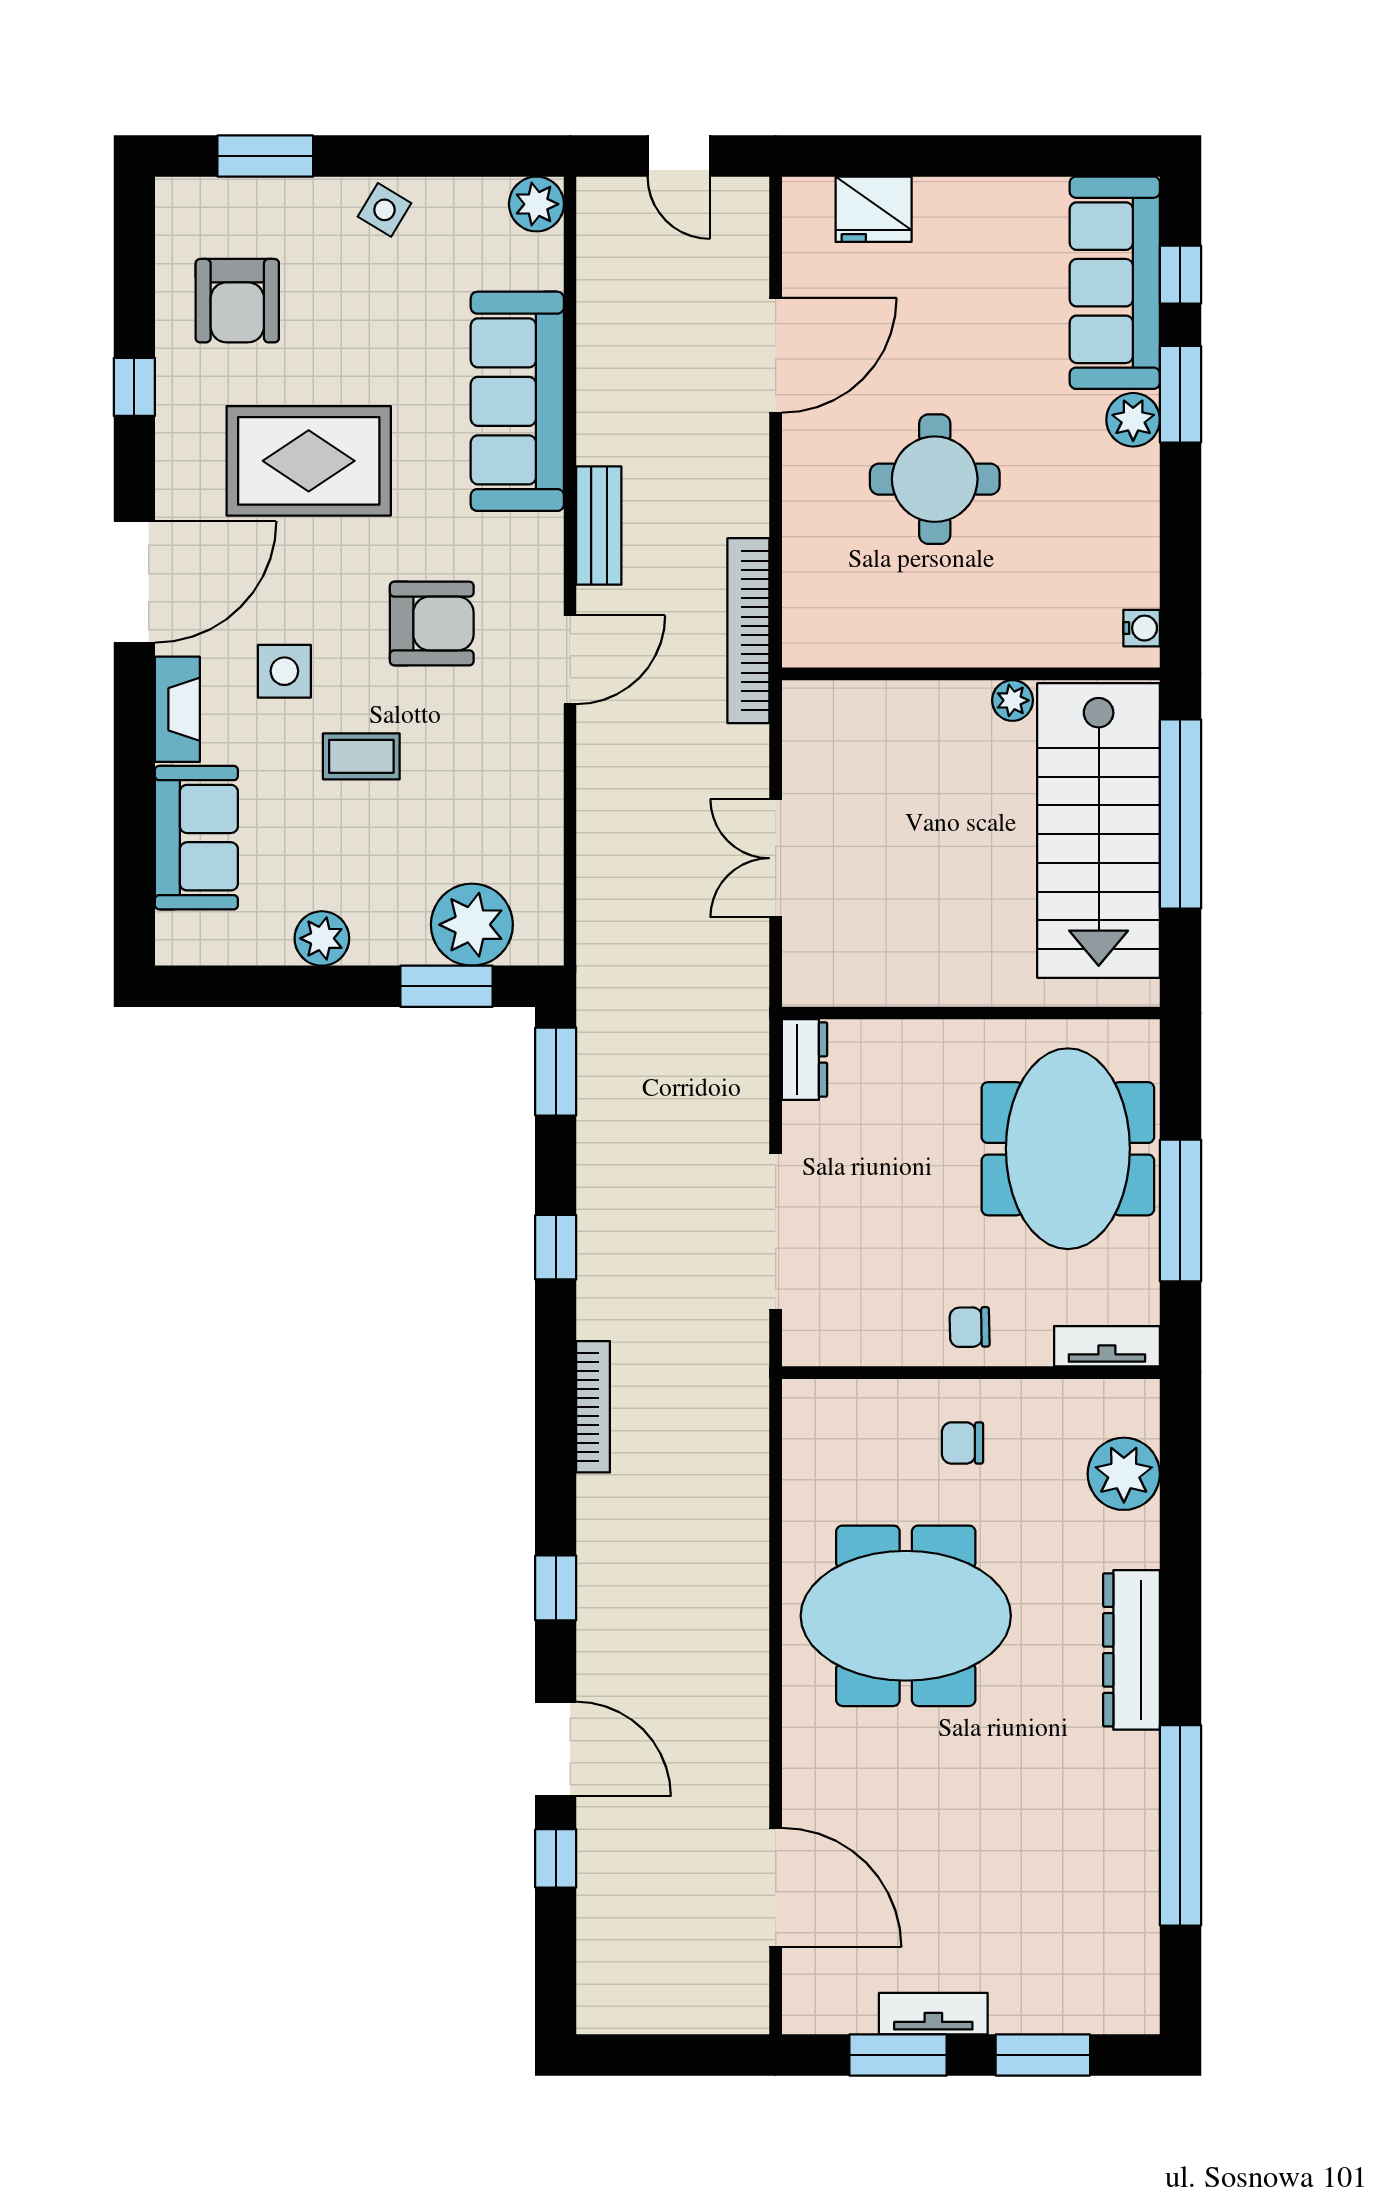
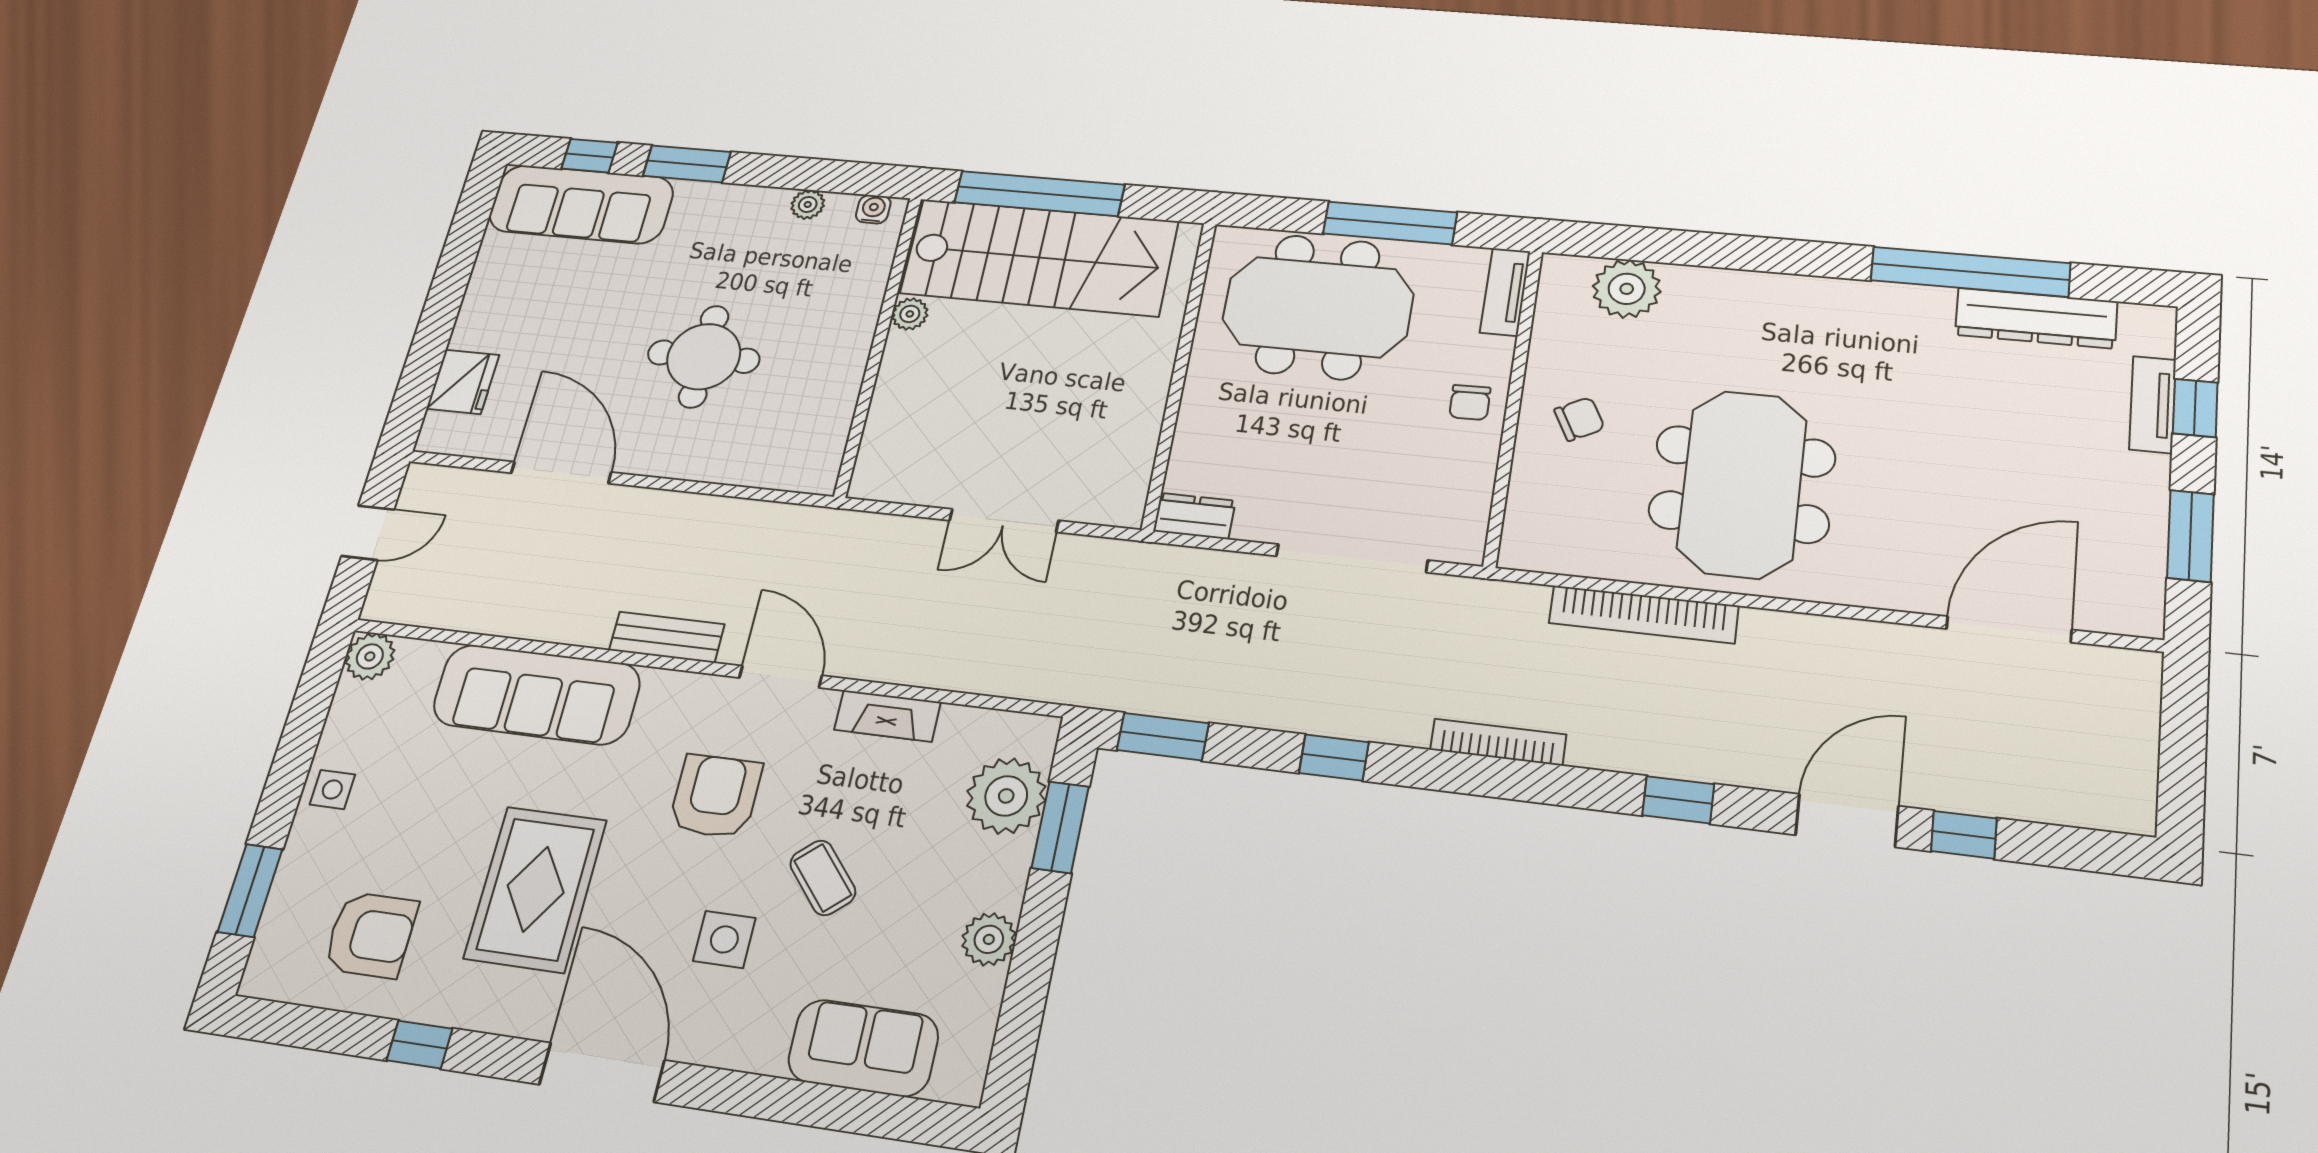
side table: (384, 210) -> (332, 789), turned -31
plant: (1133, 420) -> (808, 204), moved, width x0.73, depth x0.73
bookcase: (748, 631) -> (1643, 614), moved
fireplace: (177, 709) -> (887, 716), moved, turned 180
coffee table: (361, 756) -> (823, 878), turned -41
chair: (962, 1443) -> (1579, 419), turned -118
dresser: (1131, 1650) -> (2036, 318), moved
tv unit: (933, 2014) -> (2153, 404), moved
window: (1043, 2055) -> (2195, 408), width x0.67

